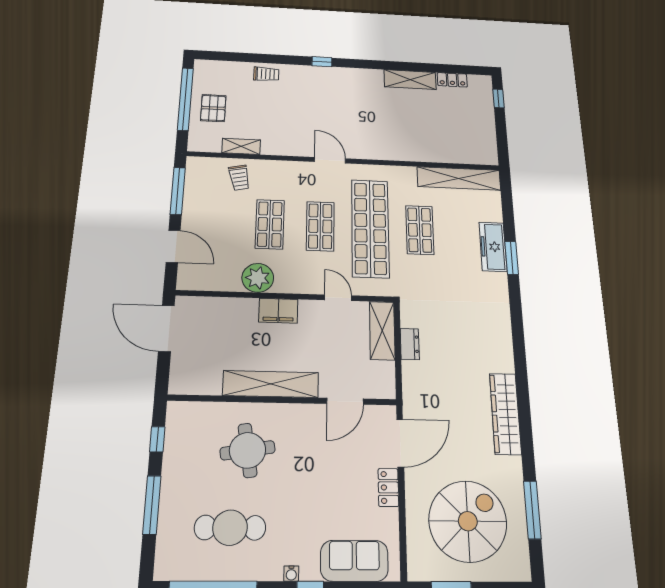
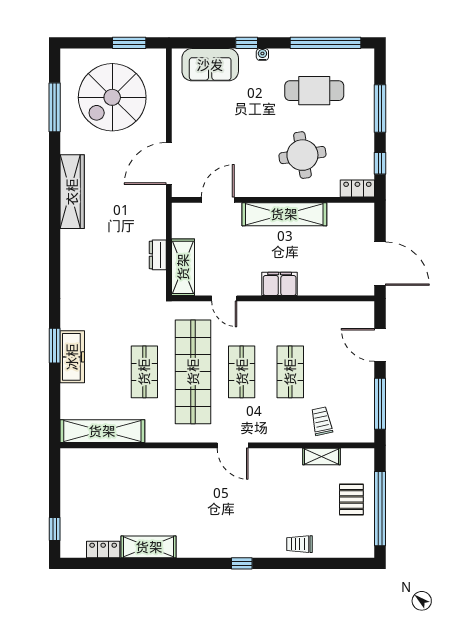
plant: (258, 278) -> (300, 316), removed
locker: (388, 487) -> (357, 189), moved, turned -90

